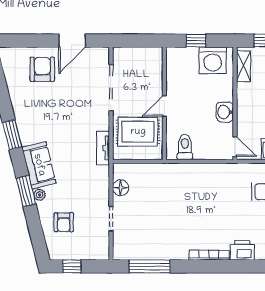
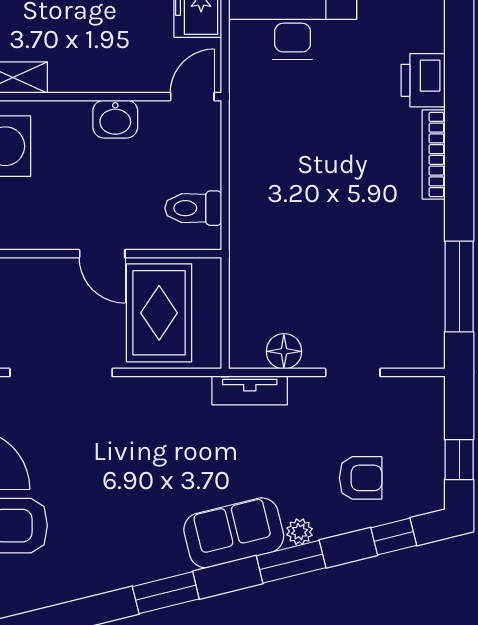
tv unit: (103, 148) -> (250, 390), moved
window: (37, 237) -> (394, 537), added

